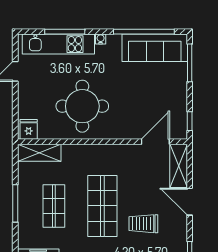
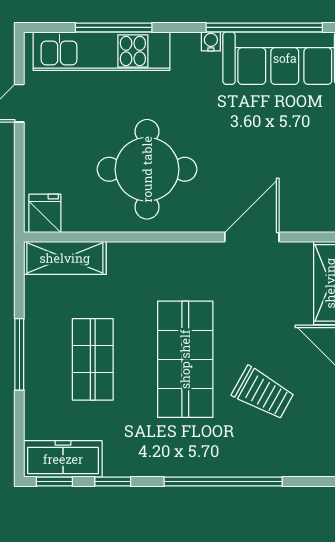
water cooler: (101, 39) -> (211, 41), moved
door: (155, 142) -> (252, 237), moved
trolley: (143, 224) -> (263, 393), turned -151

